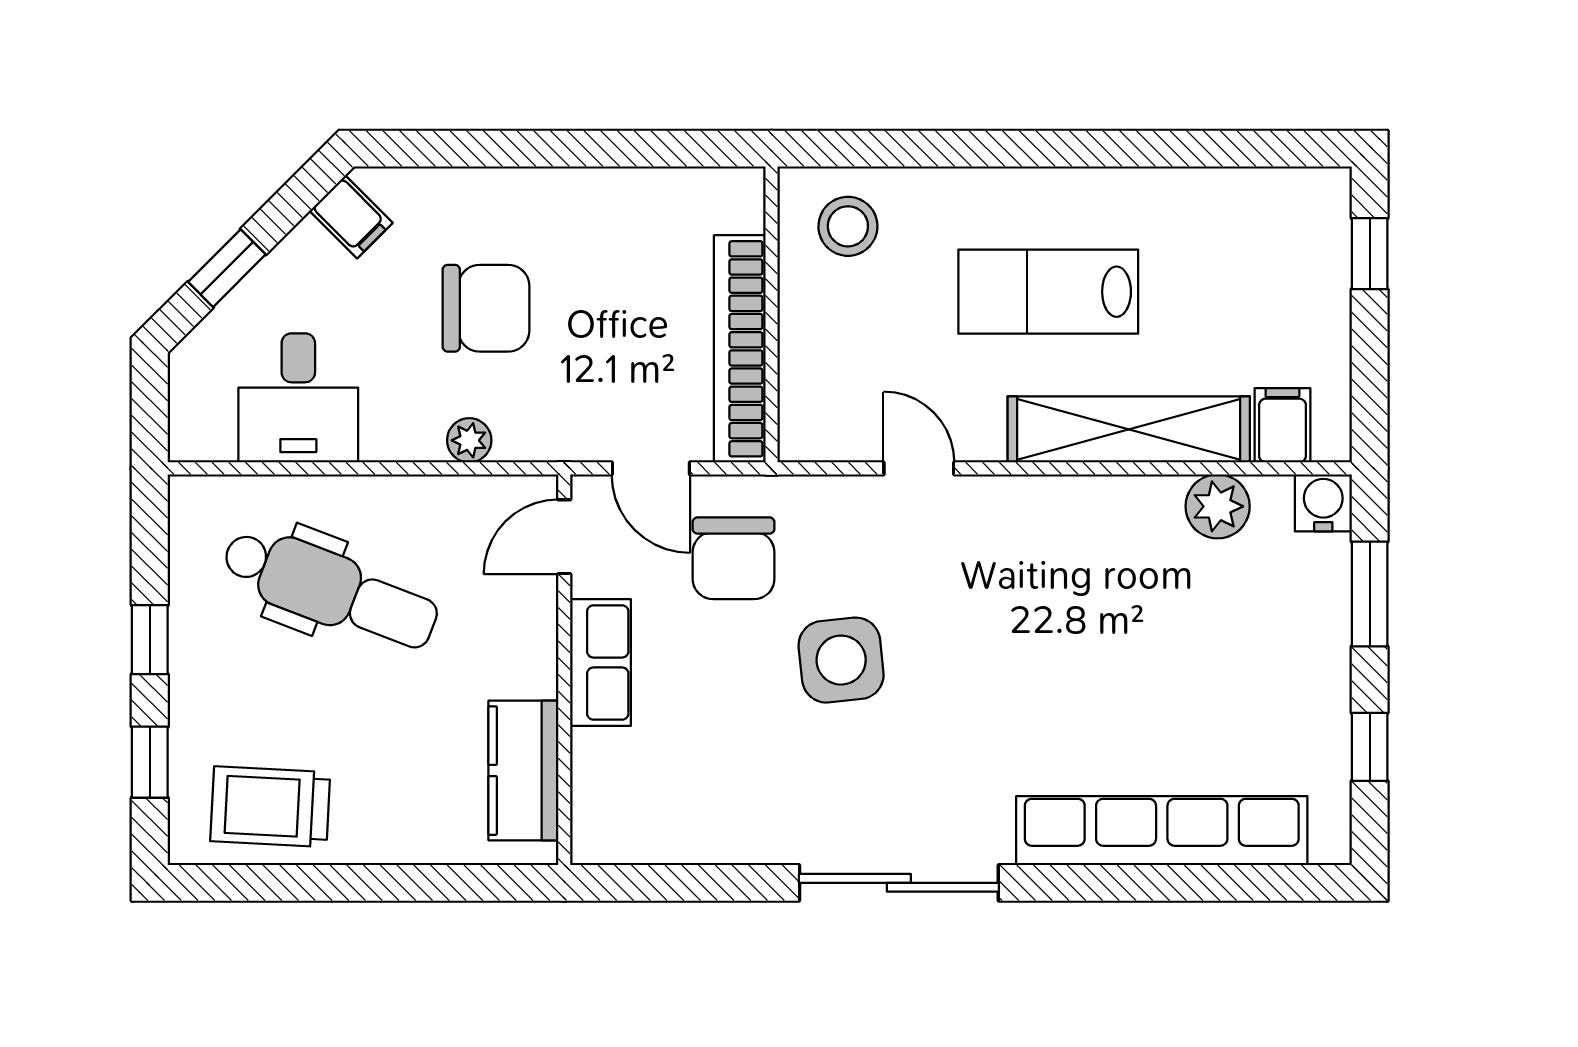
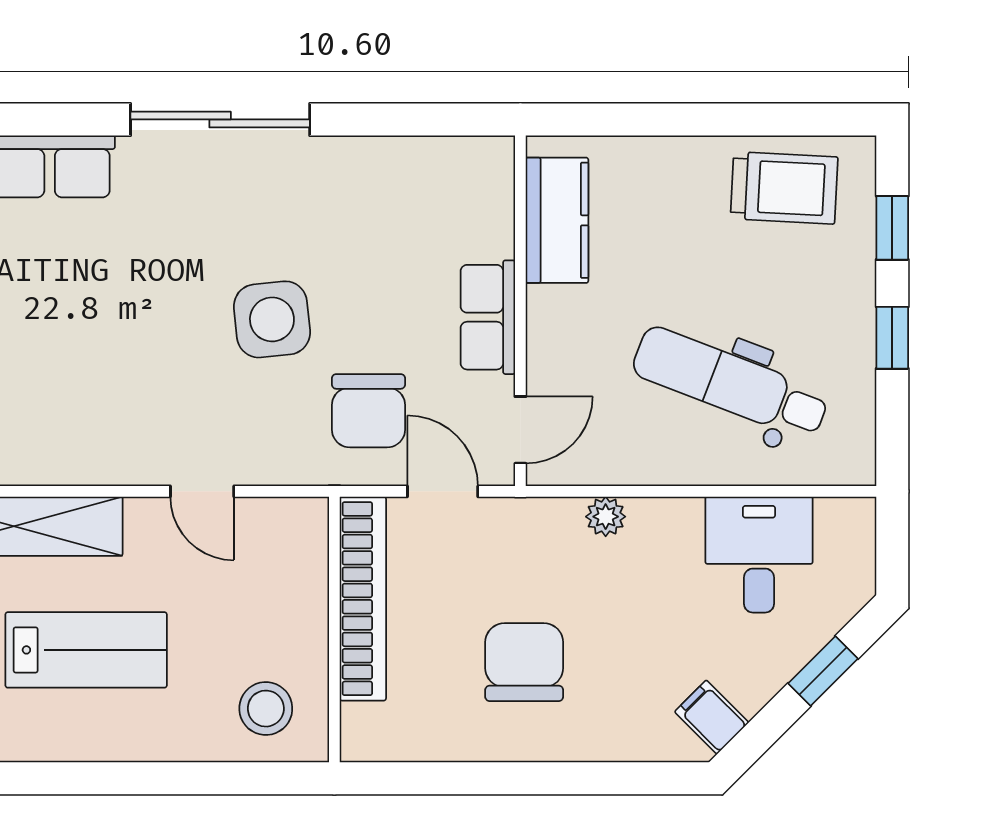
chair: (486, 308) -> (524, 662), moved, turned 90
chair: (734, 558) -> (368, 411), turned 180

